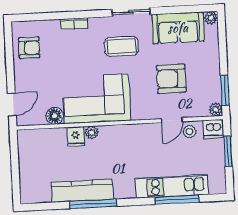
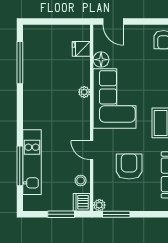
door: (172, 120) -> (92, 150), moved
fridge: (76, 137) -> (81, 49), moved
kitchen counter: (82, 191) -> (32, 81), removed
window: (93, 204) -> (20, 63), moved

